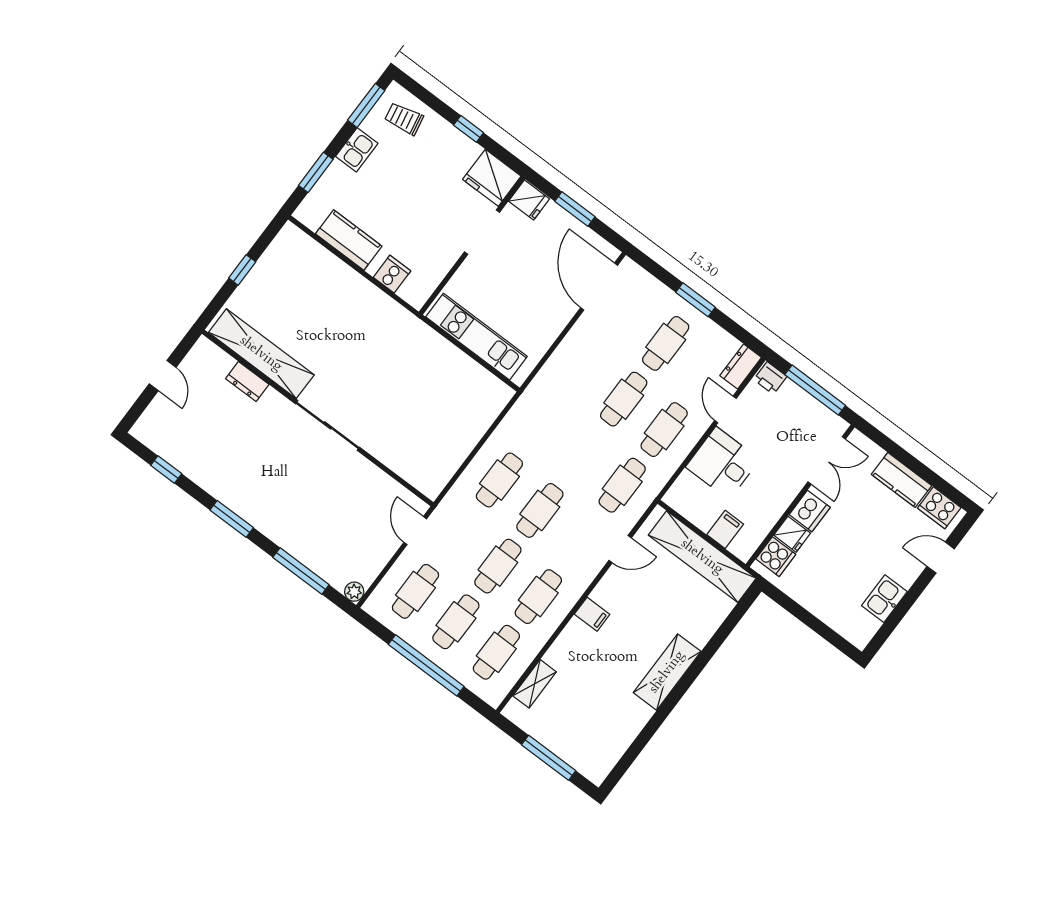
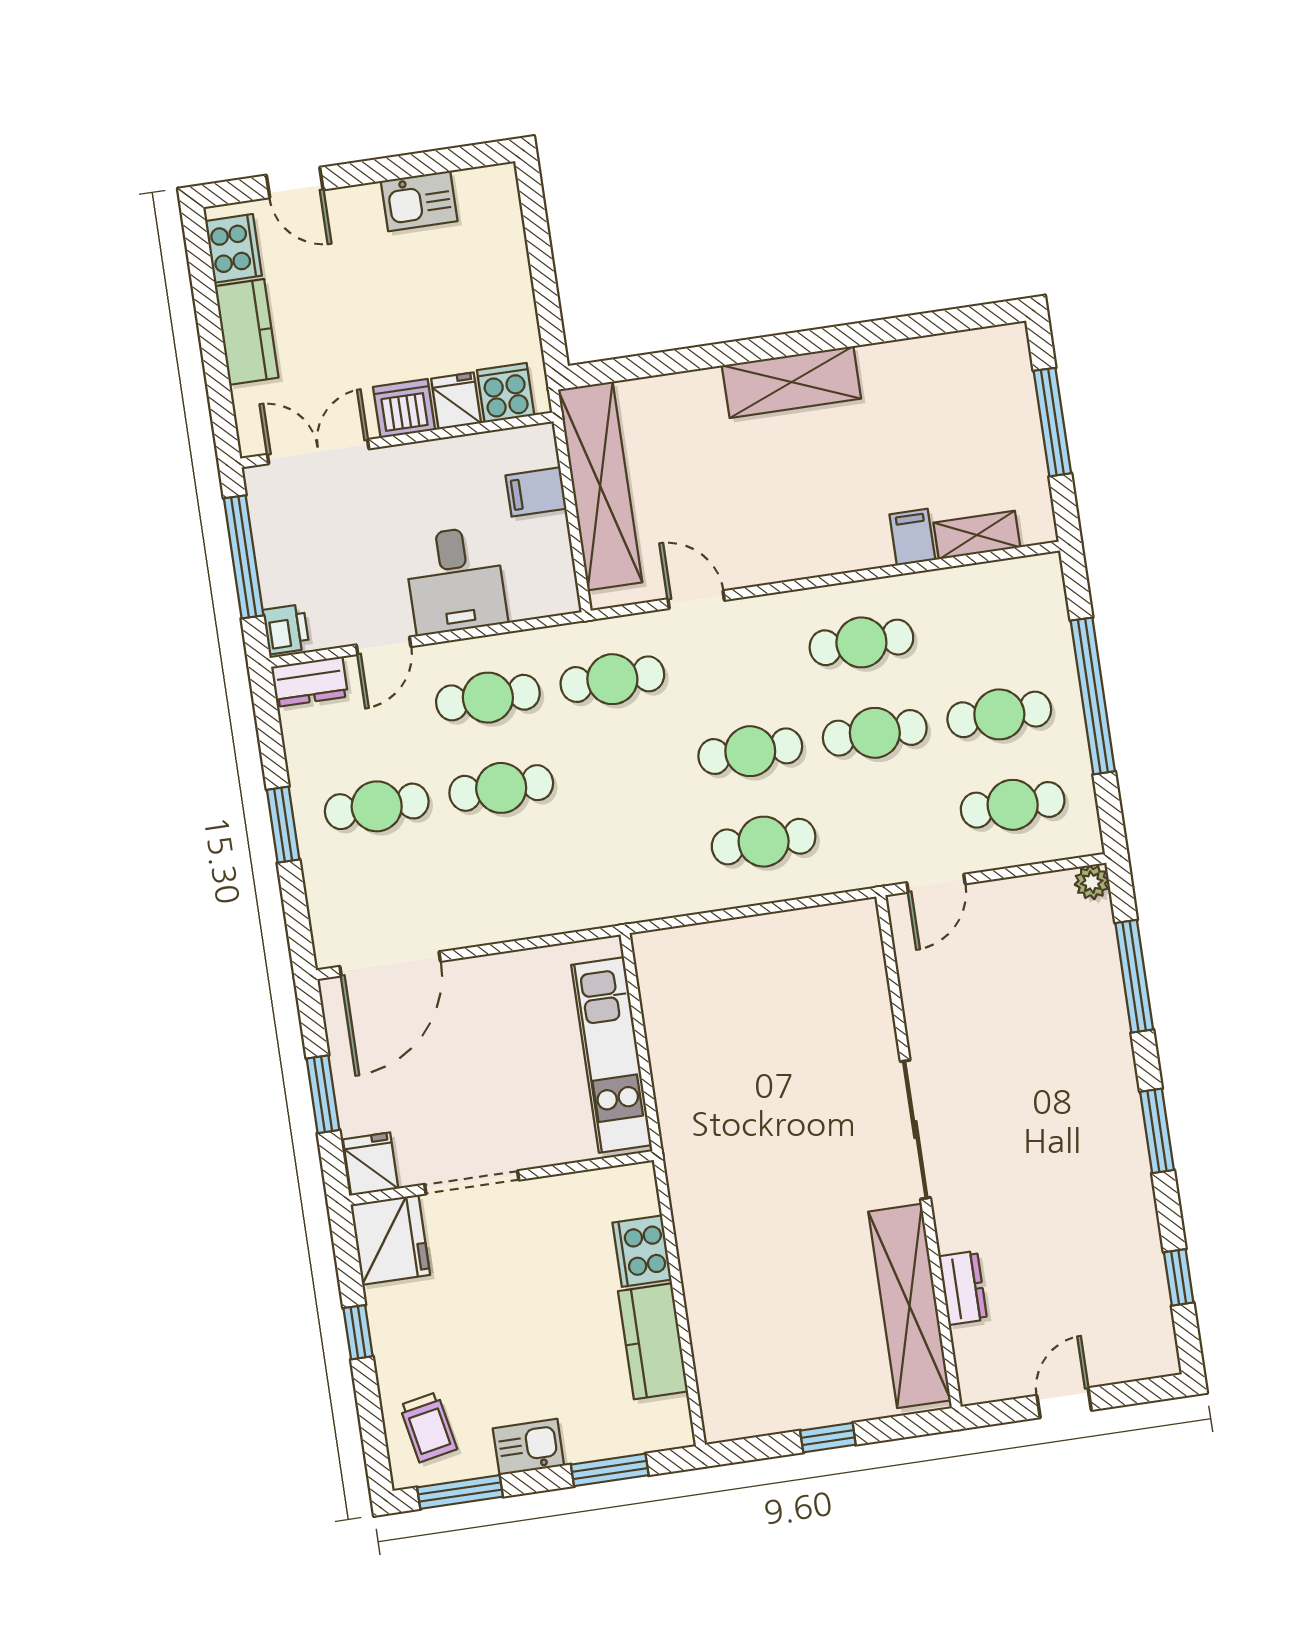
cooker: (392, 274) -> (642, 1251), width x1.36
filing cabinet: (592, 614) -> (912, 537), moved
cafe table: (496, 652) -> (986, 624), removed

